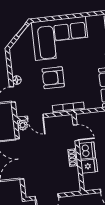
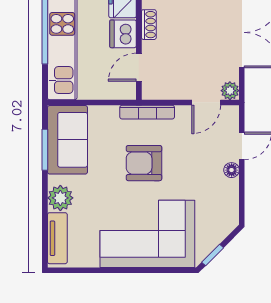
armchair: (53, 78) -> (144, 163), moved, turned 180
door: (35, 117) -> (206, 102), swing flipped
door: (76, 133) -> (139, 67), hinge flipped

